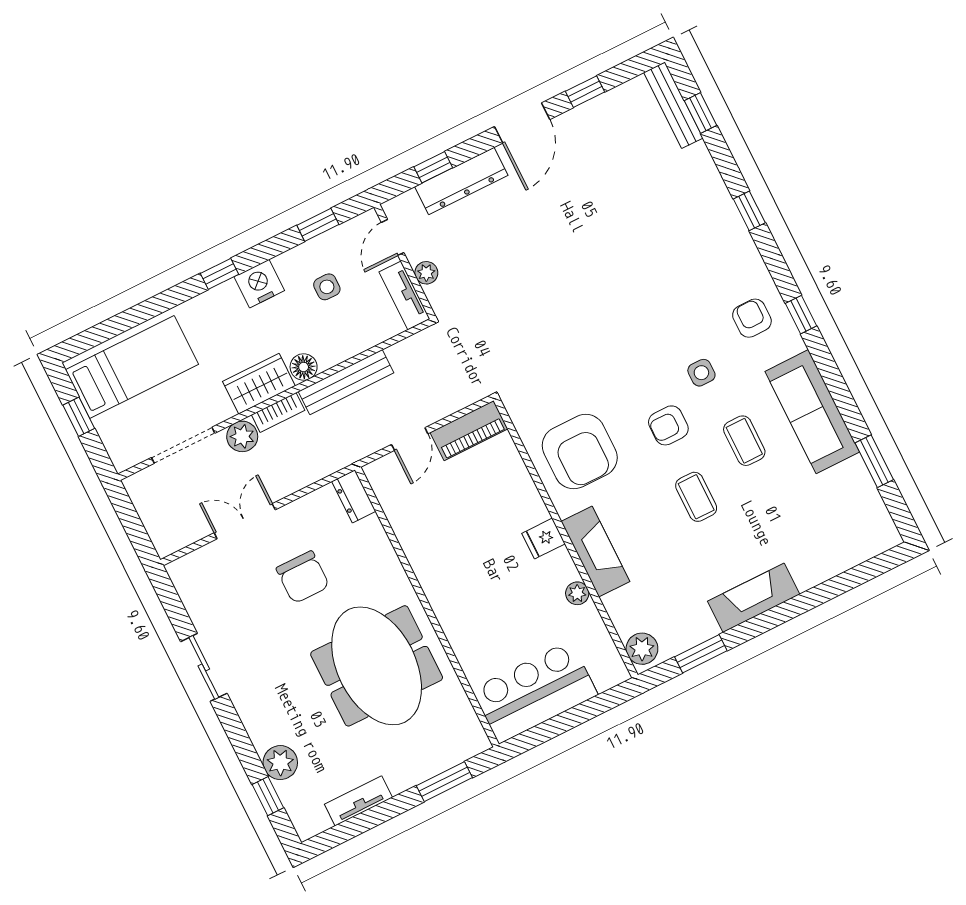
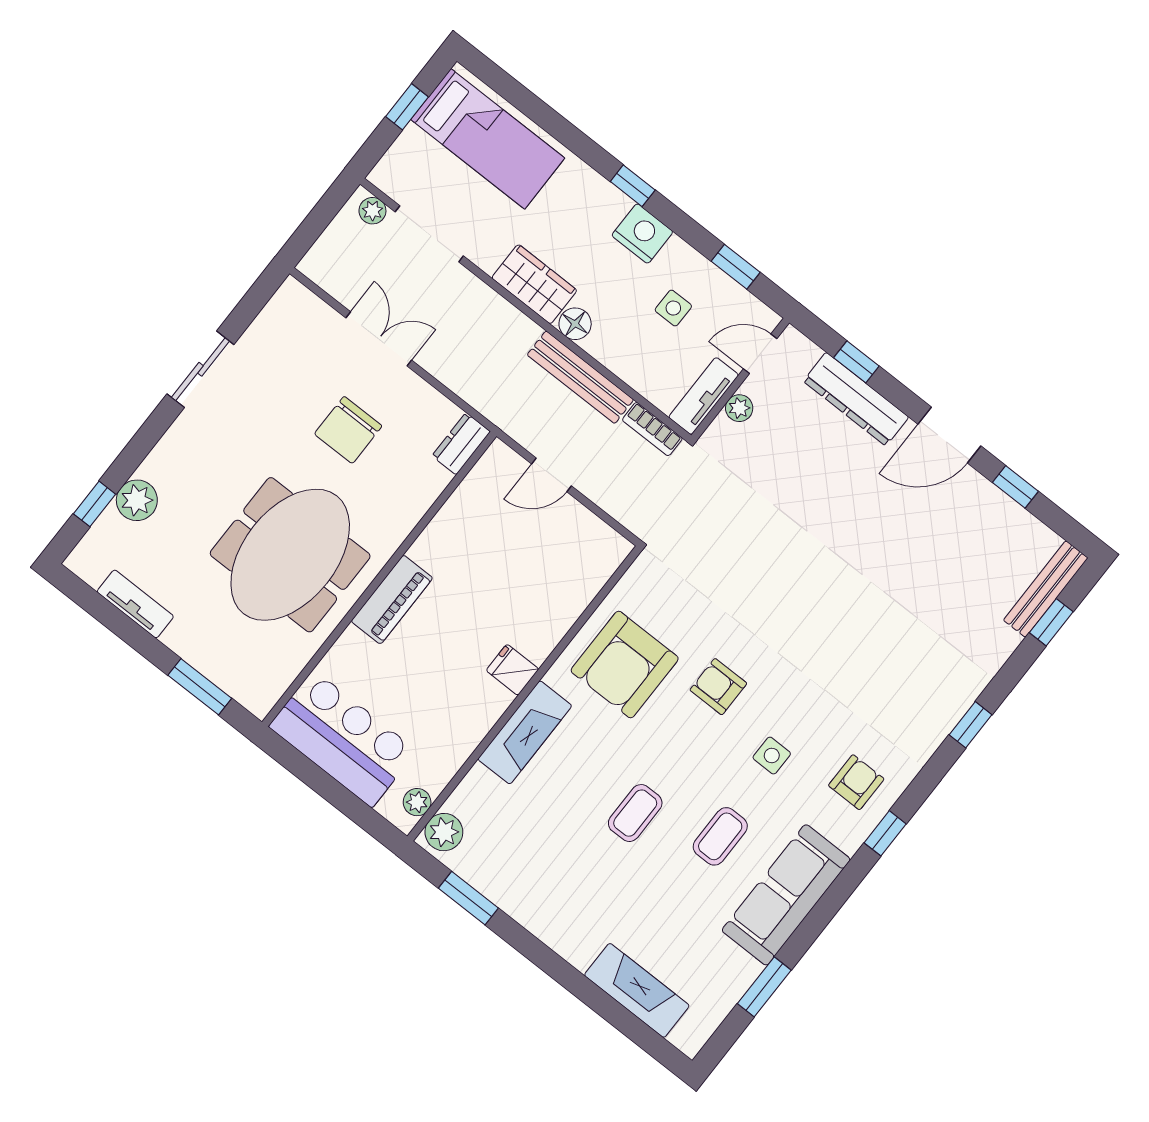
bookcase: (278, 412) -> (652, 429), moved
armchair: (668, 425) -> (718, 687), moved
piano: (469, 431) -> (392, 600), moved, turned -90
plant: (242, 436) -> (372, 211), moved, width x0.73, depth x0.73
plant: (577, 593) -> (417, 802), moved
fireplace: (754, 598) -> (637, 990), moved

